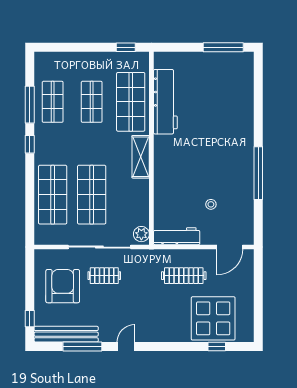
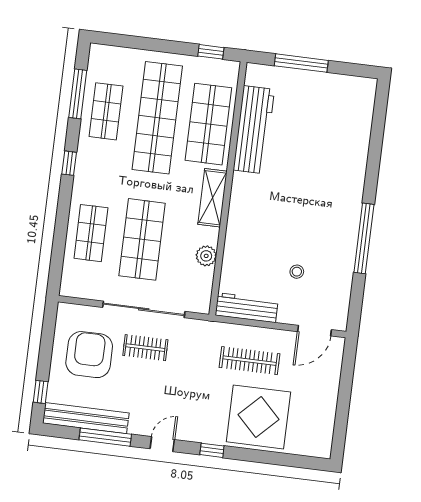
window: (223, 47) -> (301, 63), moved
shop shelf: (92, 102) -> (157, 118), width x2.00, depth x1.36
window: (30, 105) -> (78, 94), moved
shop shelf: (53, 195) -> (91, 233), width x0.70, depth x0.74
plant: (141, 234) -> (206, 256), moved
display table: (213, 318) -> (258, 417), moved
window: (217, 347) -> (212, 450), moved

